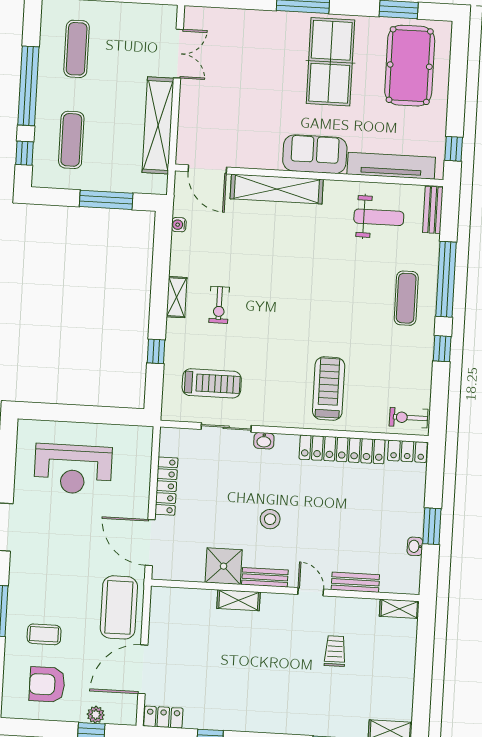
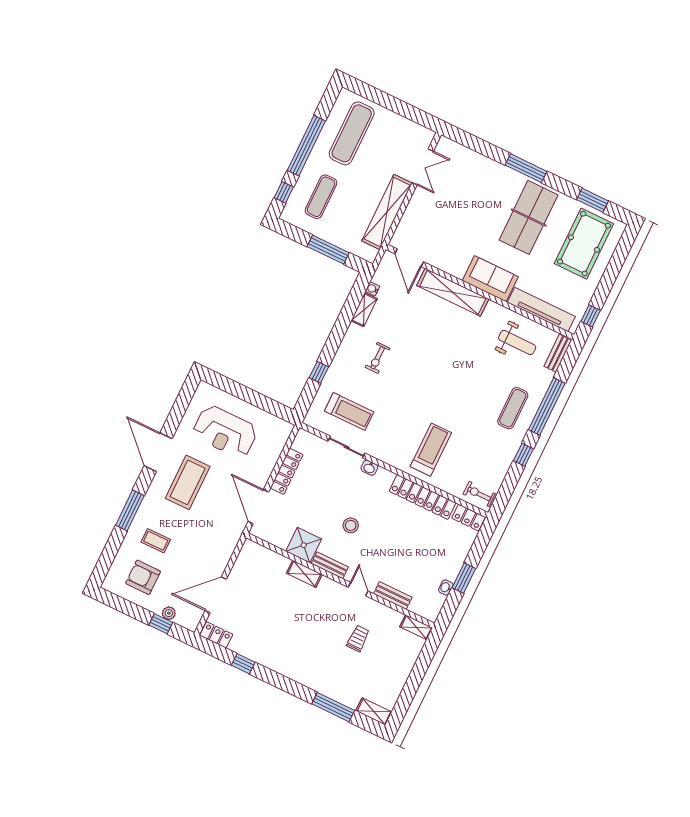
exercise mat: (77, 49) -> (352, 133), width x1.36, depth x1.45
shelving: (177, 297) -> (364, 310), moved
coffee table: (119, 607) -> (188, 482), moved

